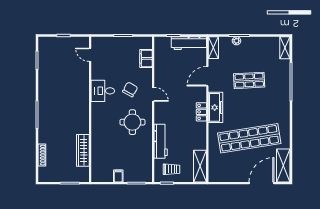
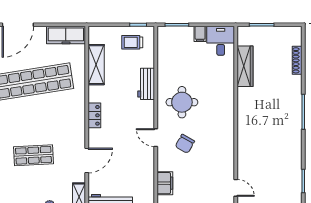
desk: (103, 91) -> (221, 41), moved, turned -90
freezer: (216, 107) -> (66, 35), moved, turned -90
workbench: (161, 141) -> (146, 84), width x0.73
shelving: (200, 166) -> (96, 65), moved

